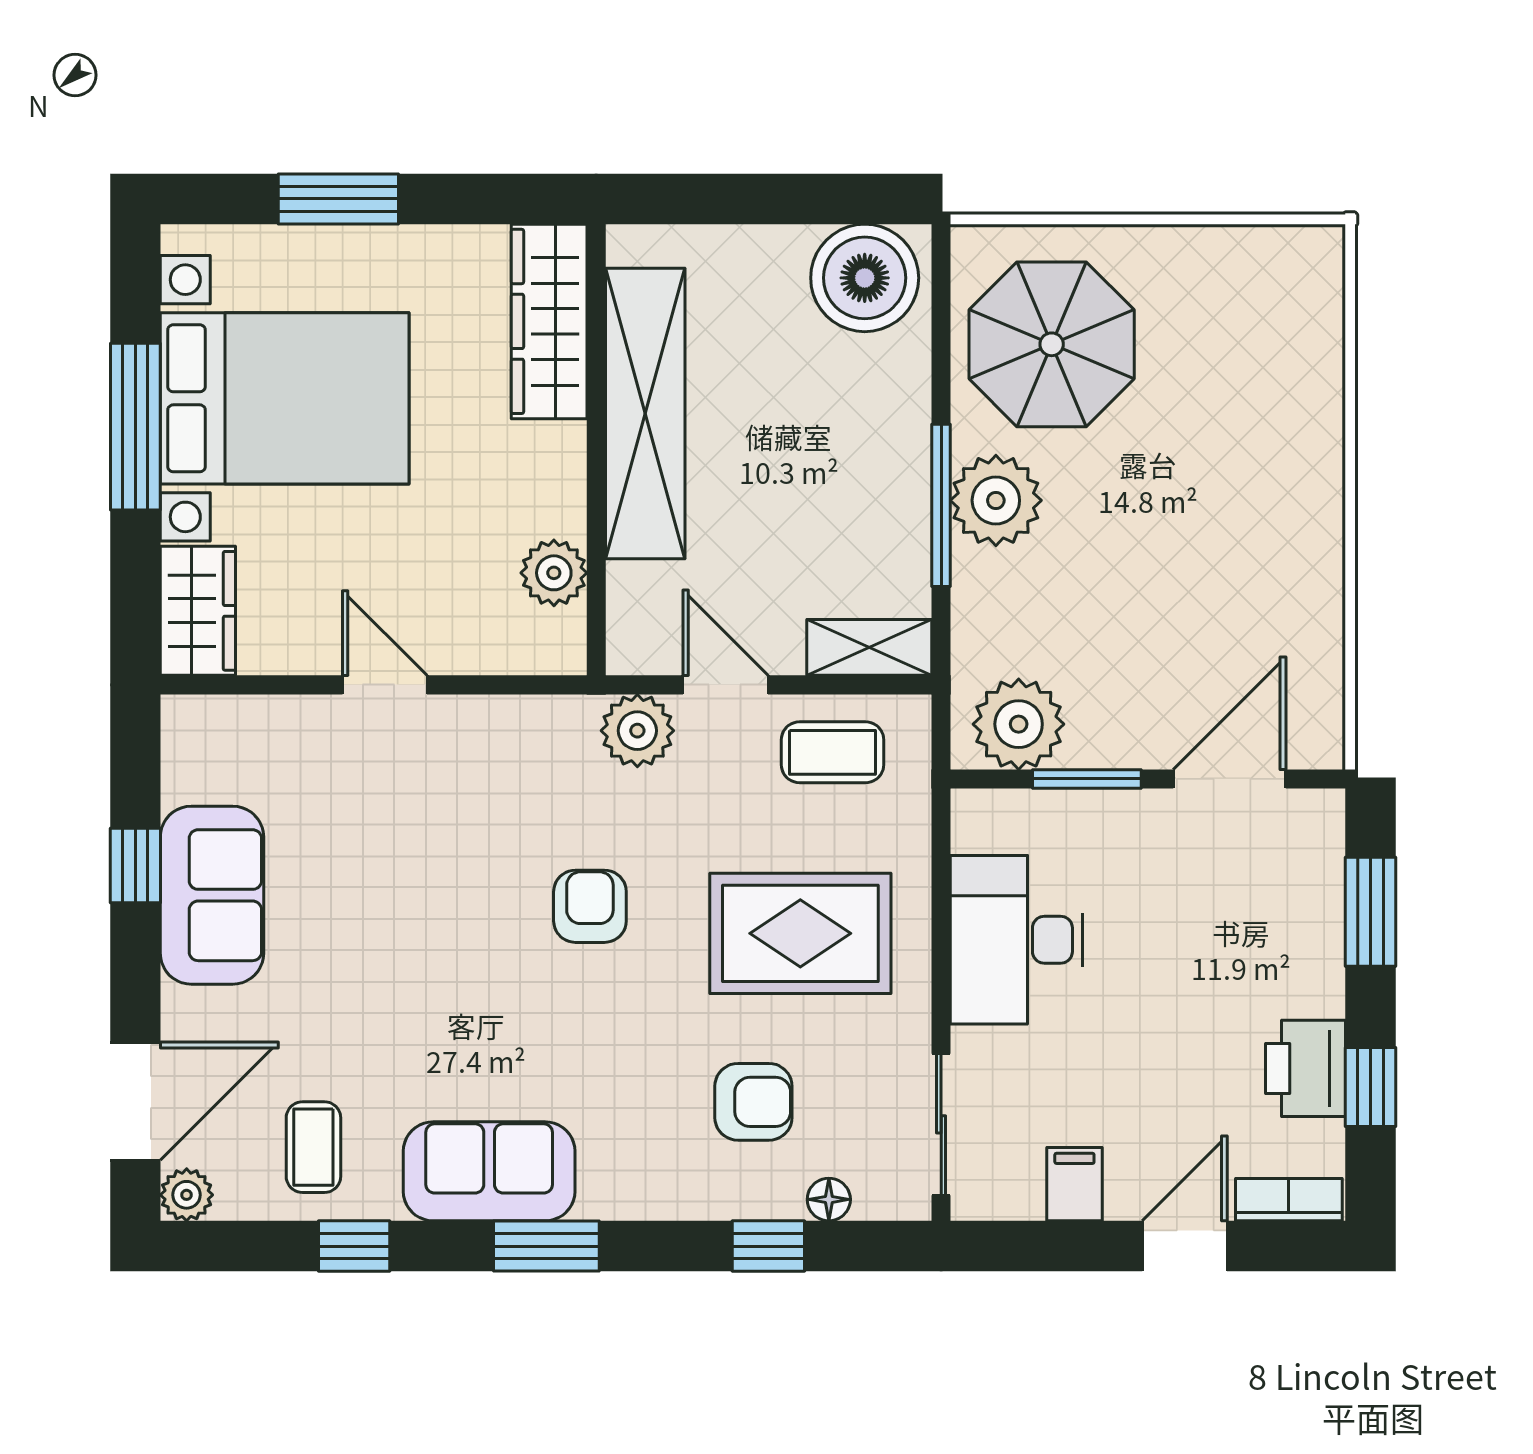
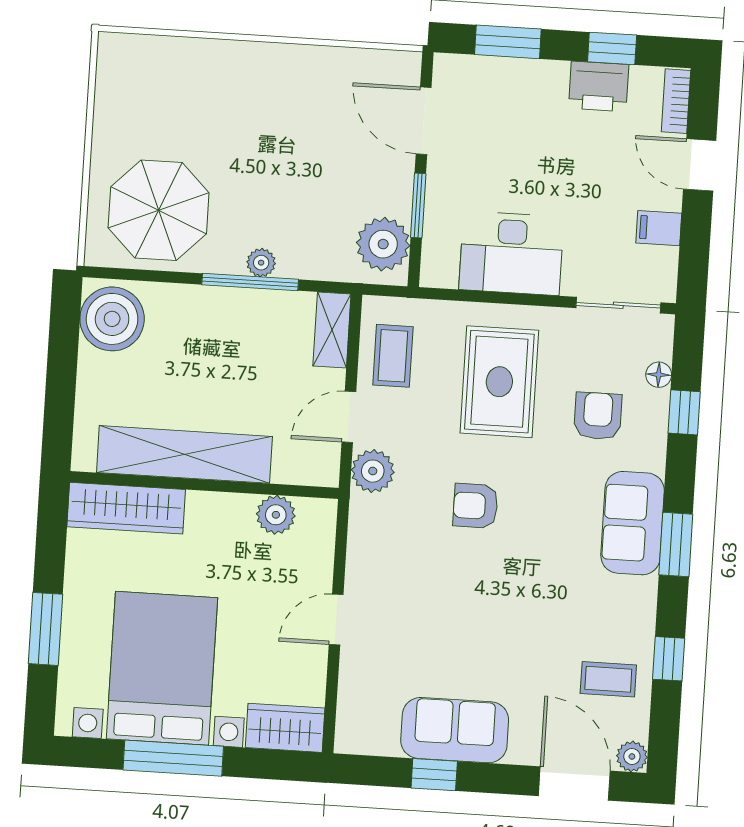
plant: (996, 500) -> (261, 263), width x0.53, depth x0.53
sofa: (489, 1171) -> (633, 523), moved

